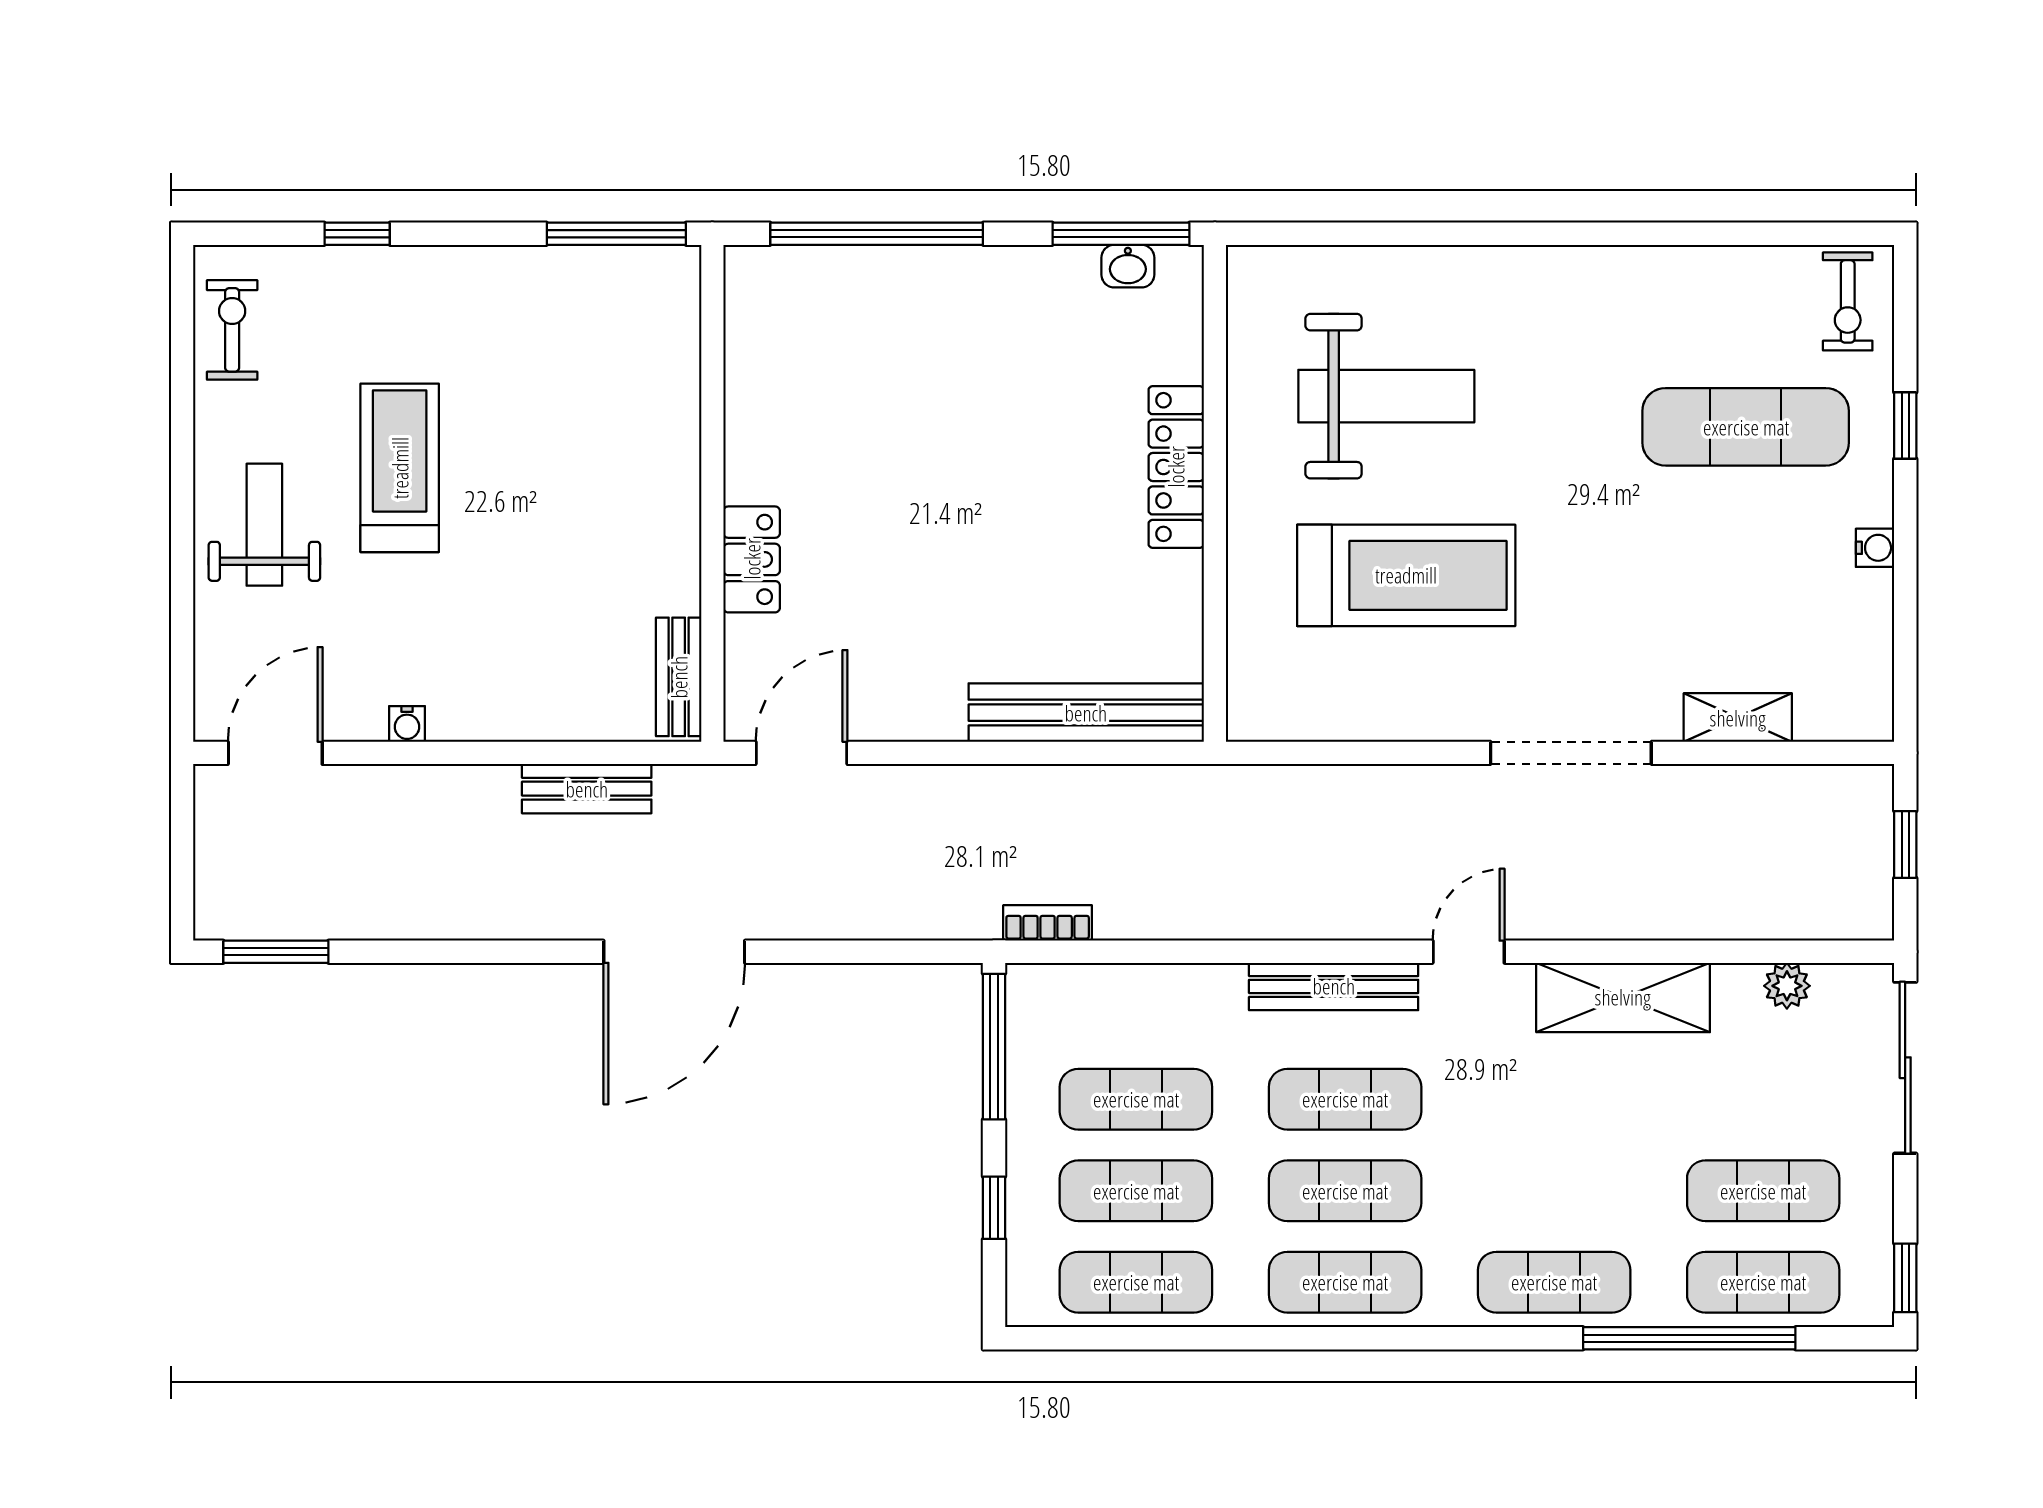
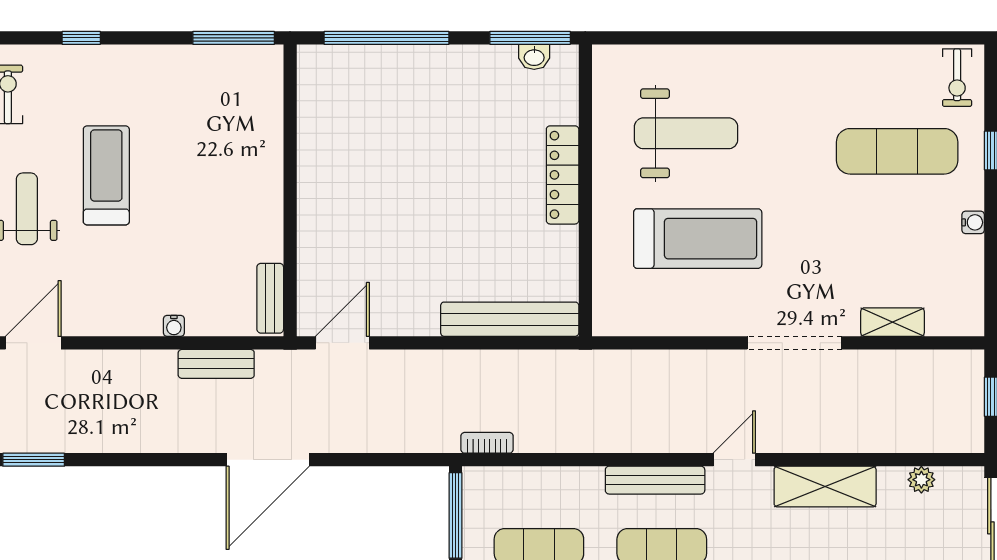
locker: (752, 559) -> (313, 229), removed
water cooler: (407, 724) -> (174, 326), moved

